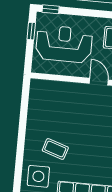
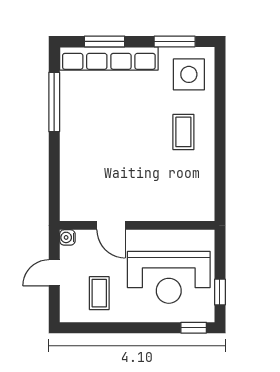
coffee table: (55, 149) -> (183, 132), moved, turned 72

